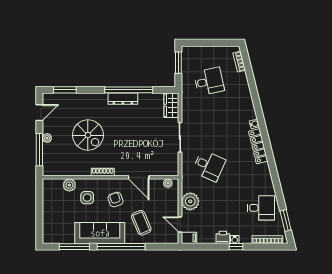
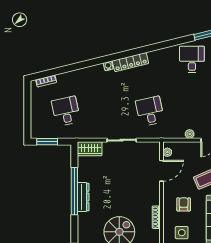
desk: (209, 166) -> (150, 111), turned -36
door: (139, 177) -> (161, 171), moved
armchair: (115, 200) -> (184, 204), turned 109
plant: (190, 201) -> (190, 134), width x0.53, depth x0.53

